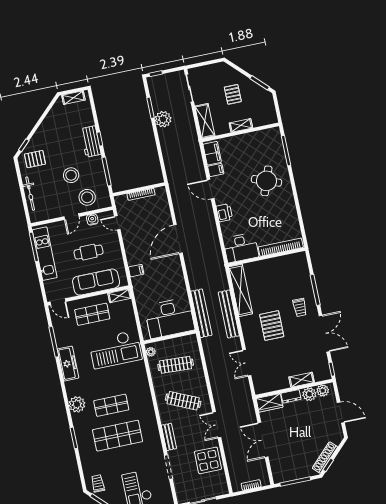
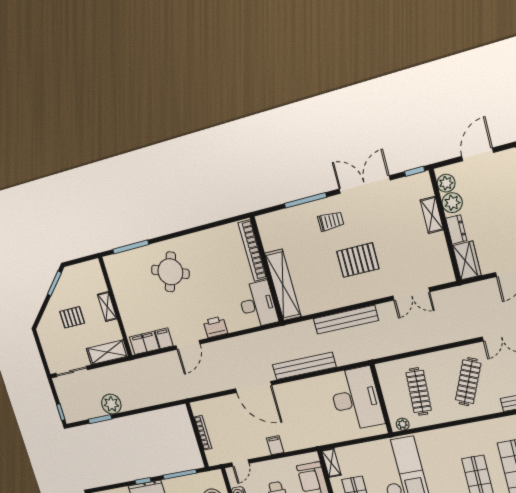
filing cabinet: (136, 271) -> (275, 445), moved
shelving: (241, 290) -> (283, 285), moved, turned 90
bench: (201, 313) -> (304, 366), moved

